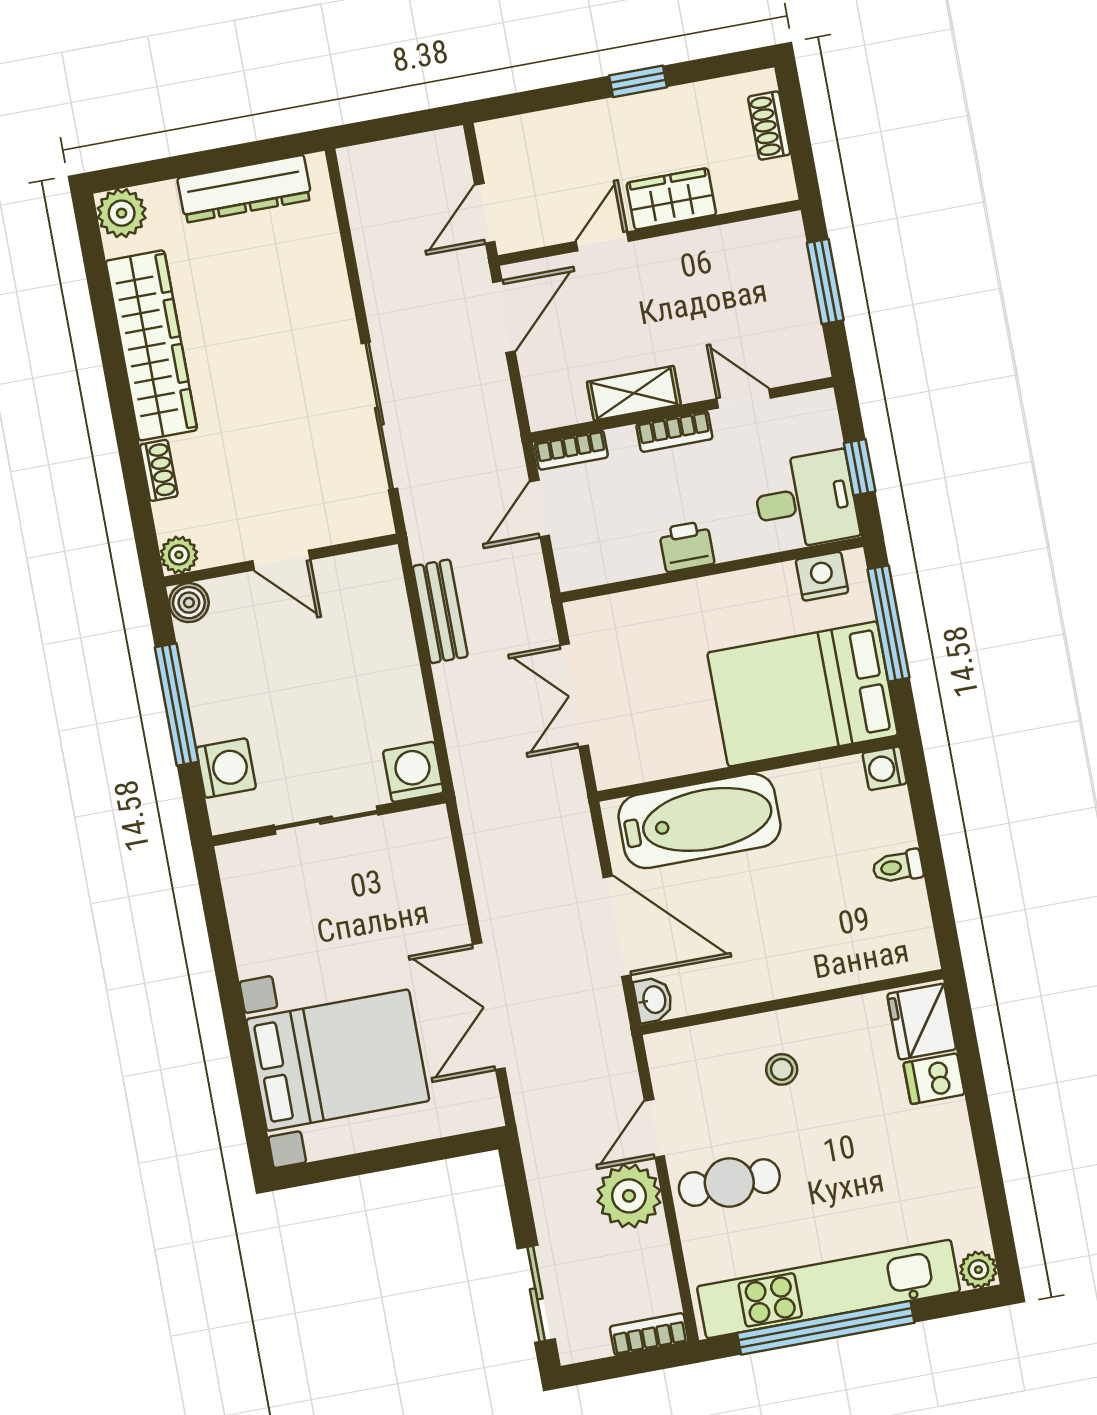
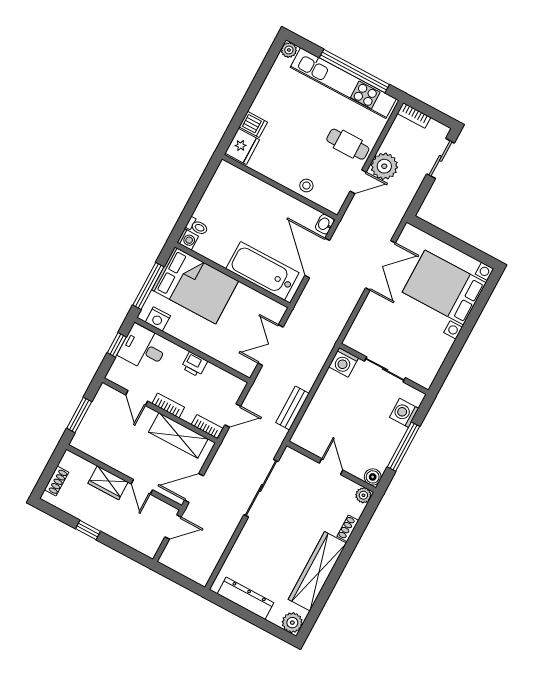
door: (602, 241) -> (142, 487), hinge flipped
shelving: (634, 393) -> (178, 435), width x1.50, depth x1.33
double door: (574, 695) -> (271, 345), swing flipped
toilet: (898, 867) -> (197, 226), moved
stool: (782, 1069) -> (306, 185), moved

